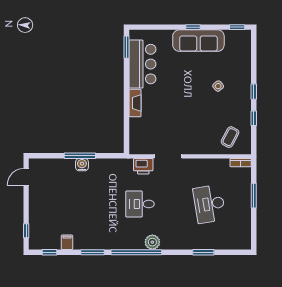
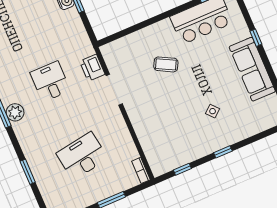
window: (193, 27) -> (256, 38), moved
fireplace: (135, 103) -> (156, 30), removed
window: (254, 118) -> (182, 169), moved
coffee table: (230, 137) -> (166, 64), moved

